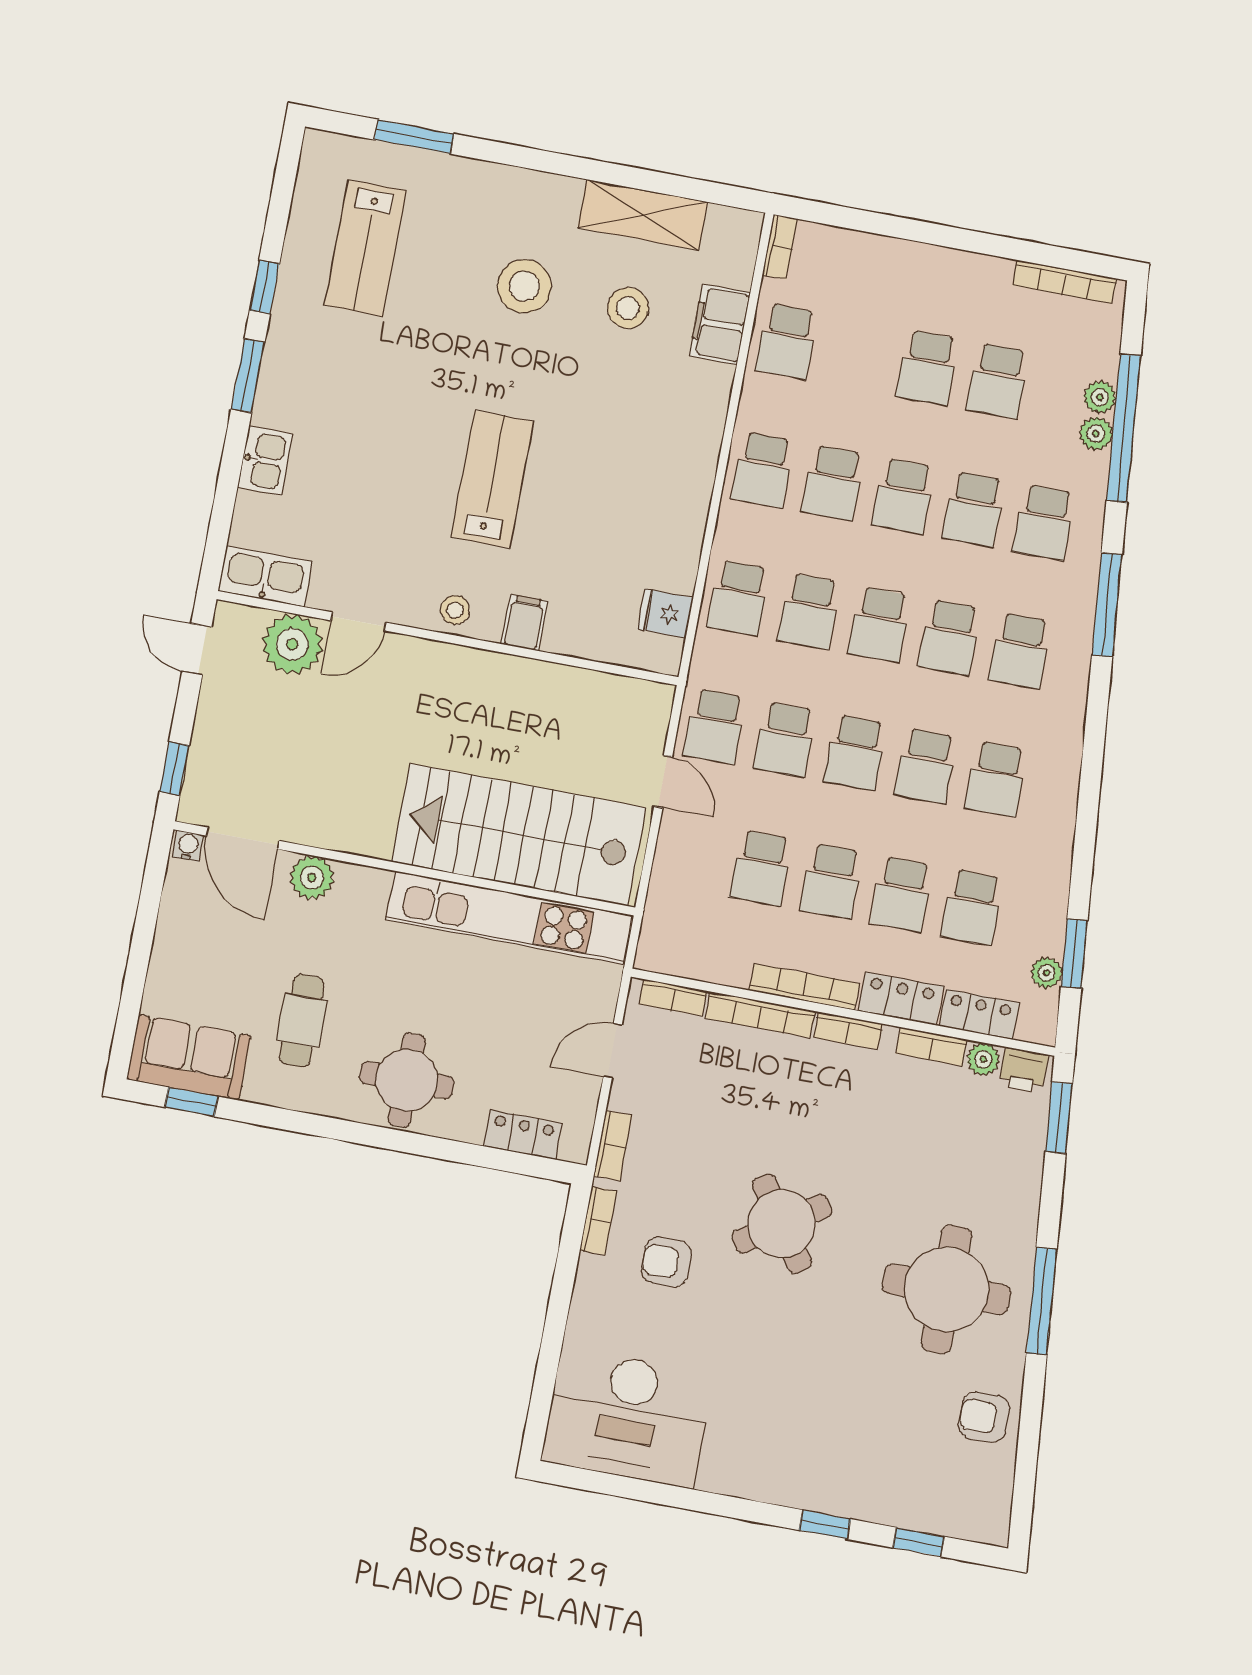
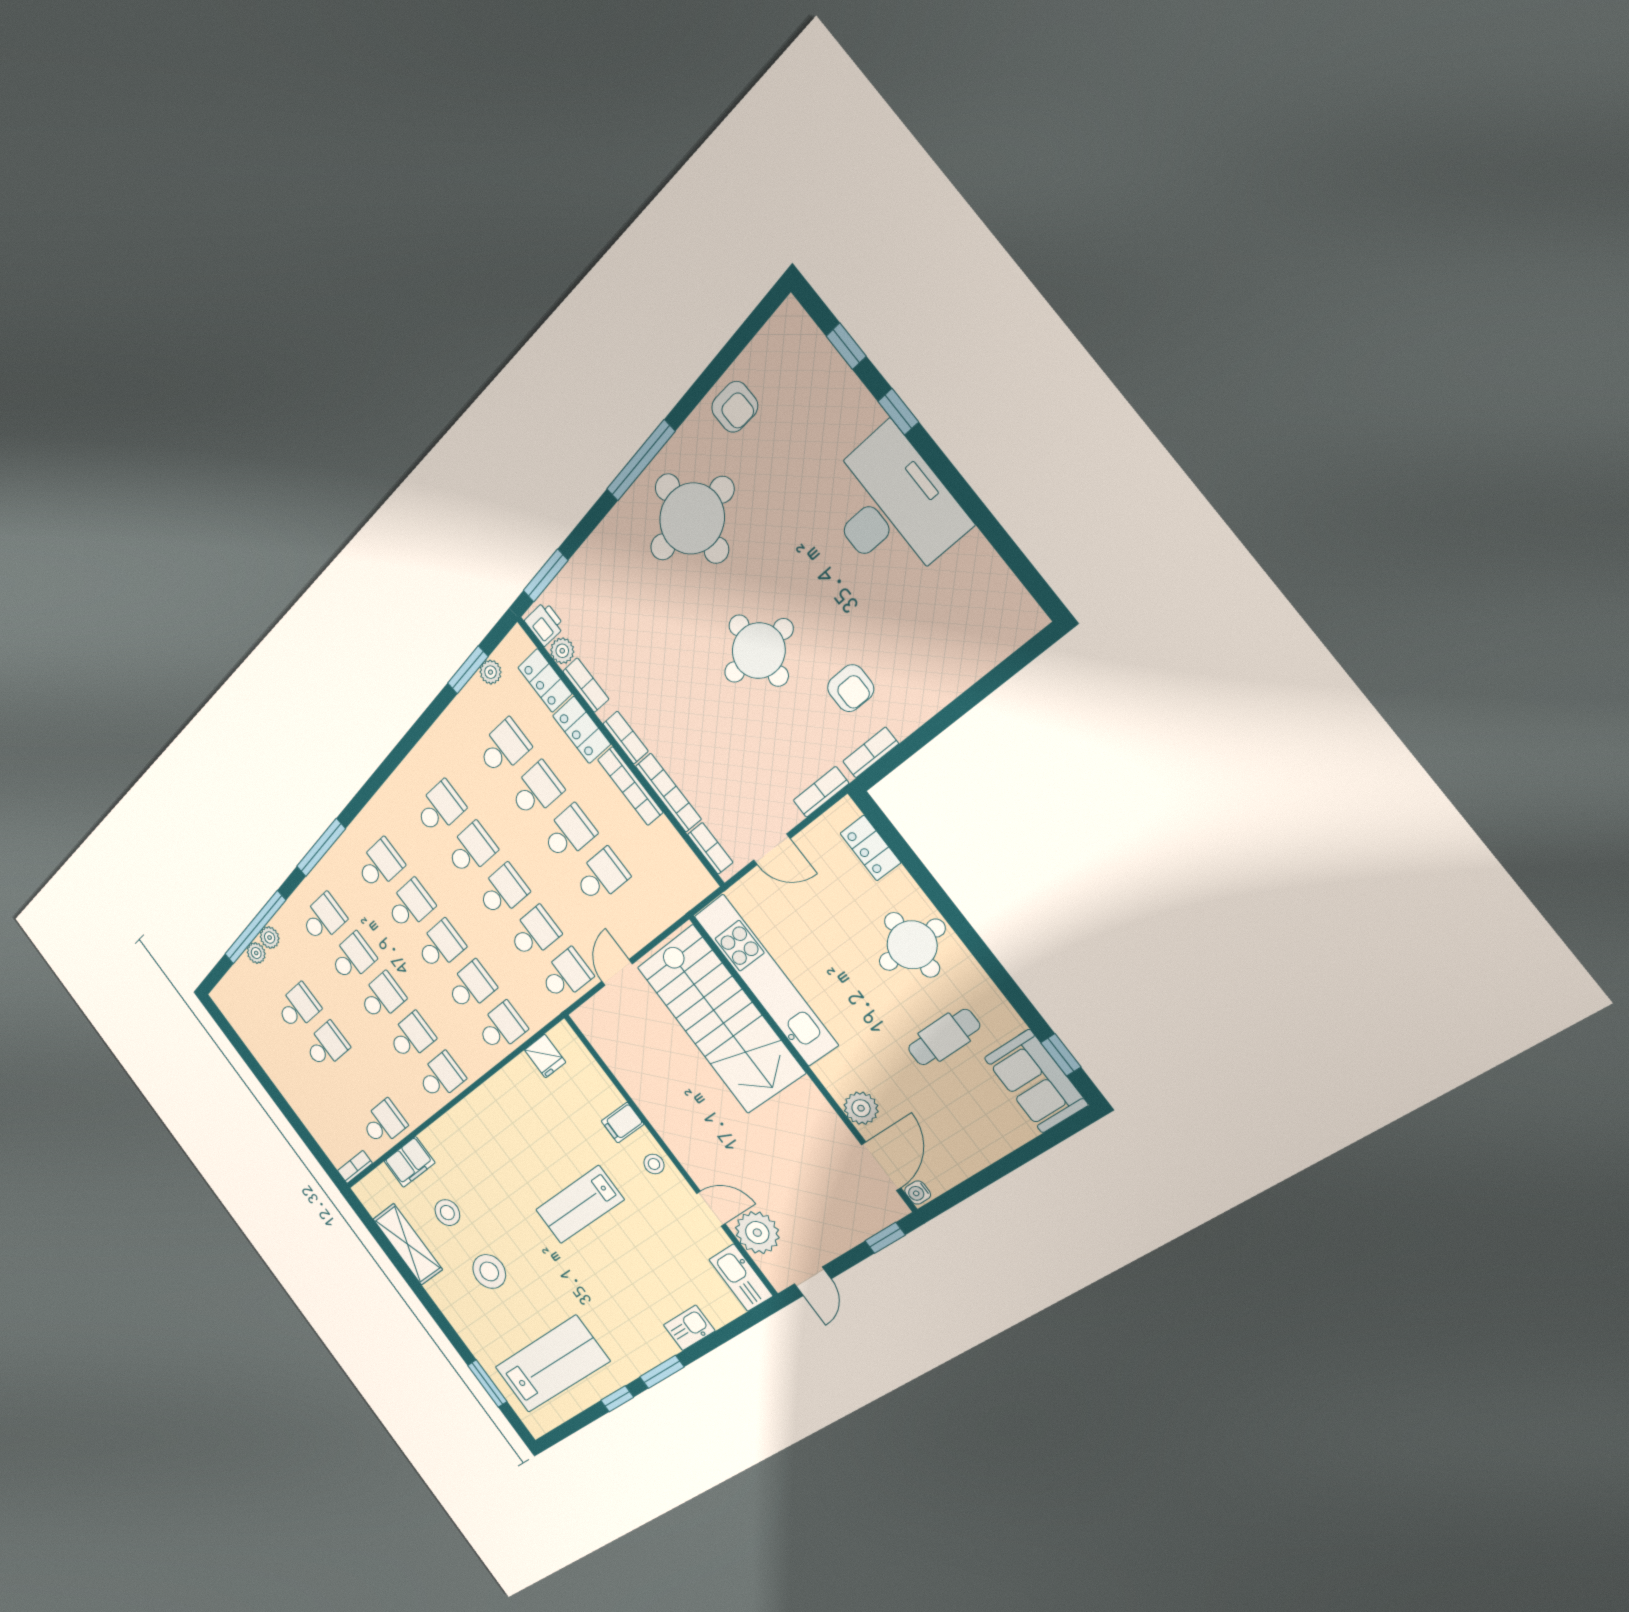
lab bench: (365, 248) -> (552, 1364), width x1.36, depth x1.39
bookcase: (1065, 282) -> (236, 1022), removed
round table: (782, 1224) -> (759, 651), turned 34
desk: (627, 1418) -> (891, 508), moved

